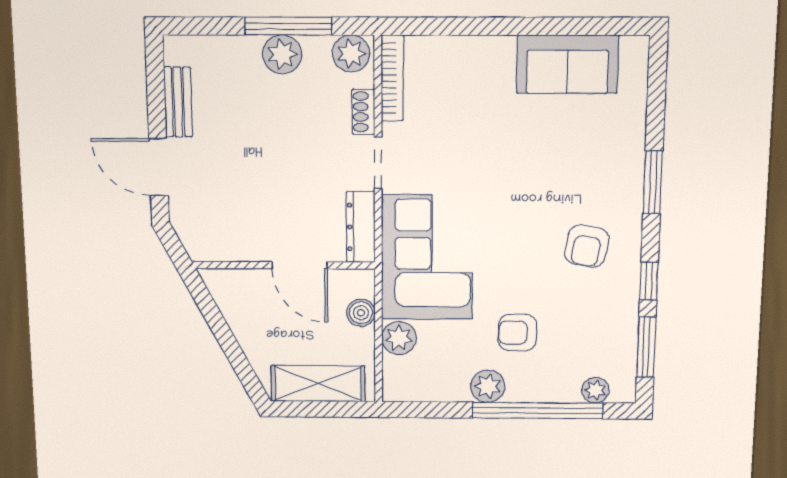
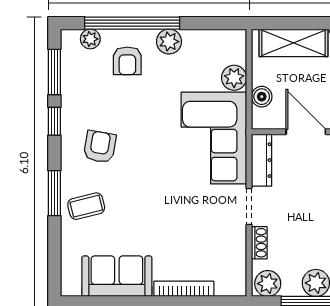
bookcase: (392, 78) -> (184, 289), moved, turned 90
coffee table: (608, 164) -> (86, 206), added
armchair: (517, 333) -> (127, 61), moved, turned 90

